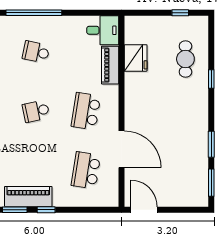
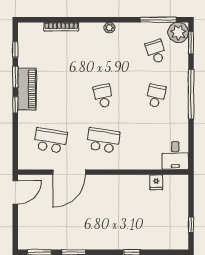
fridge: (136, 58) -> (156, 182), width x0.53, depth x0.75
cafe table: (185, 59) -> (150, 229), removed
piano: (110, 65) -> (144, 162), removed

